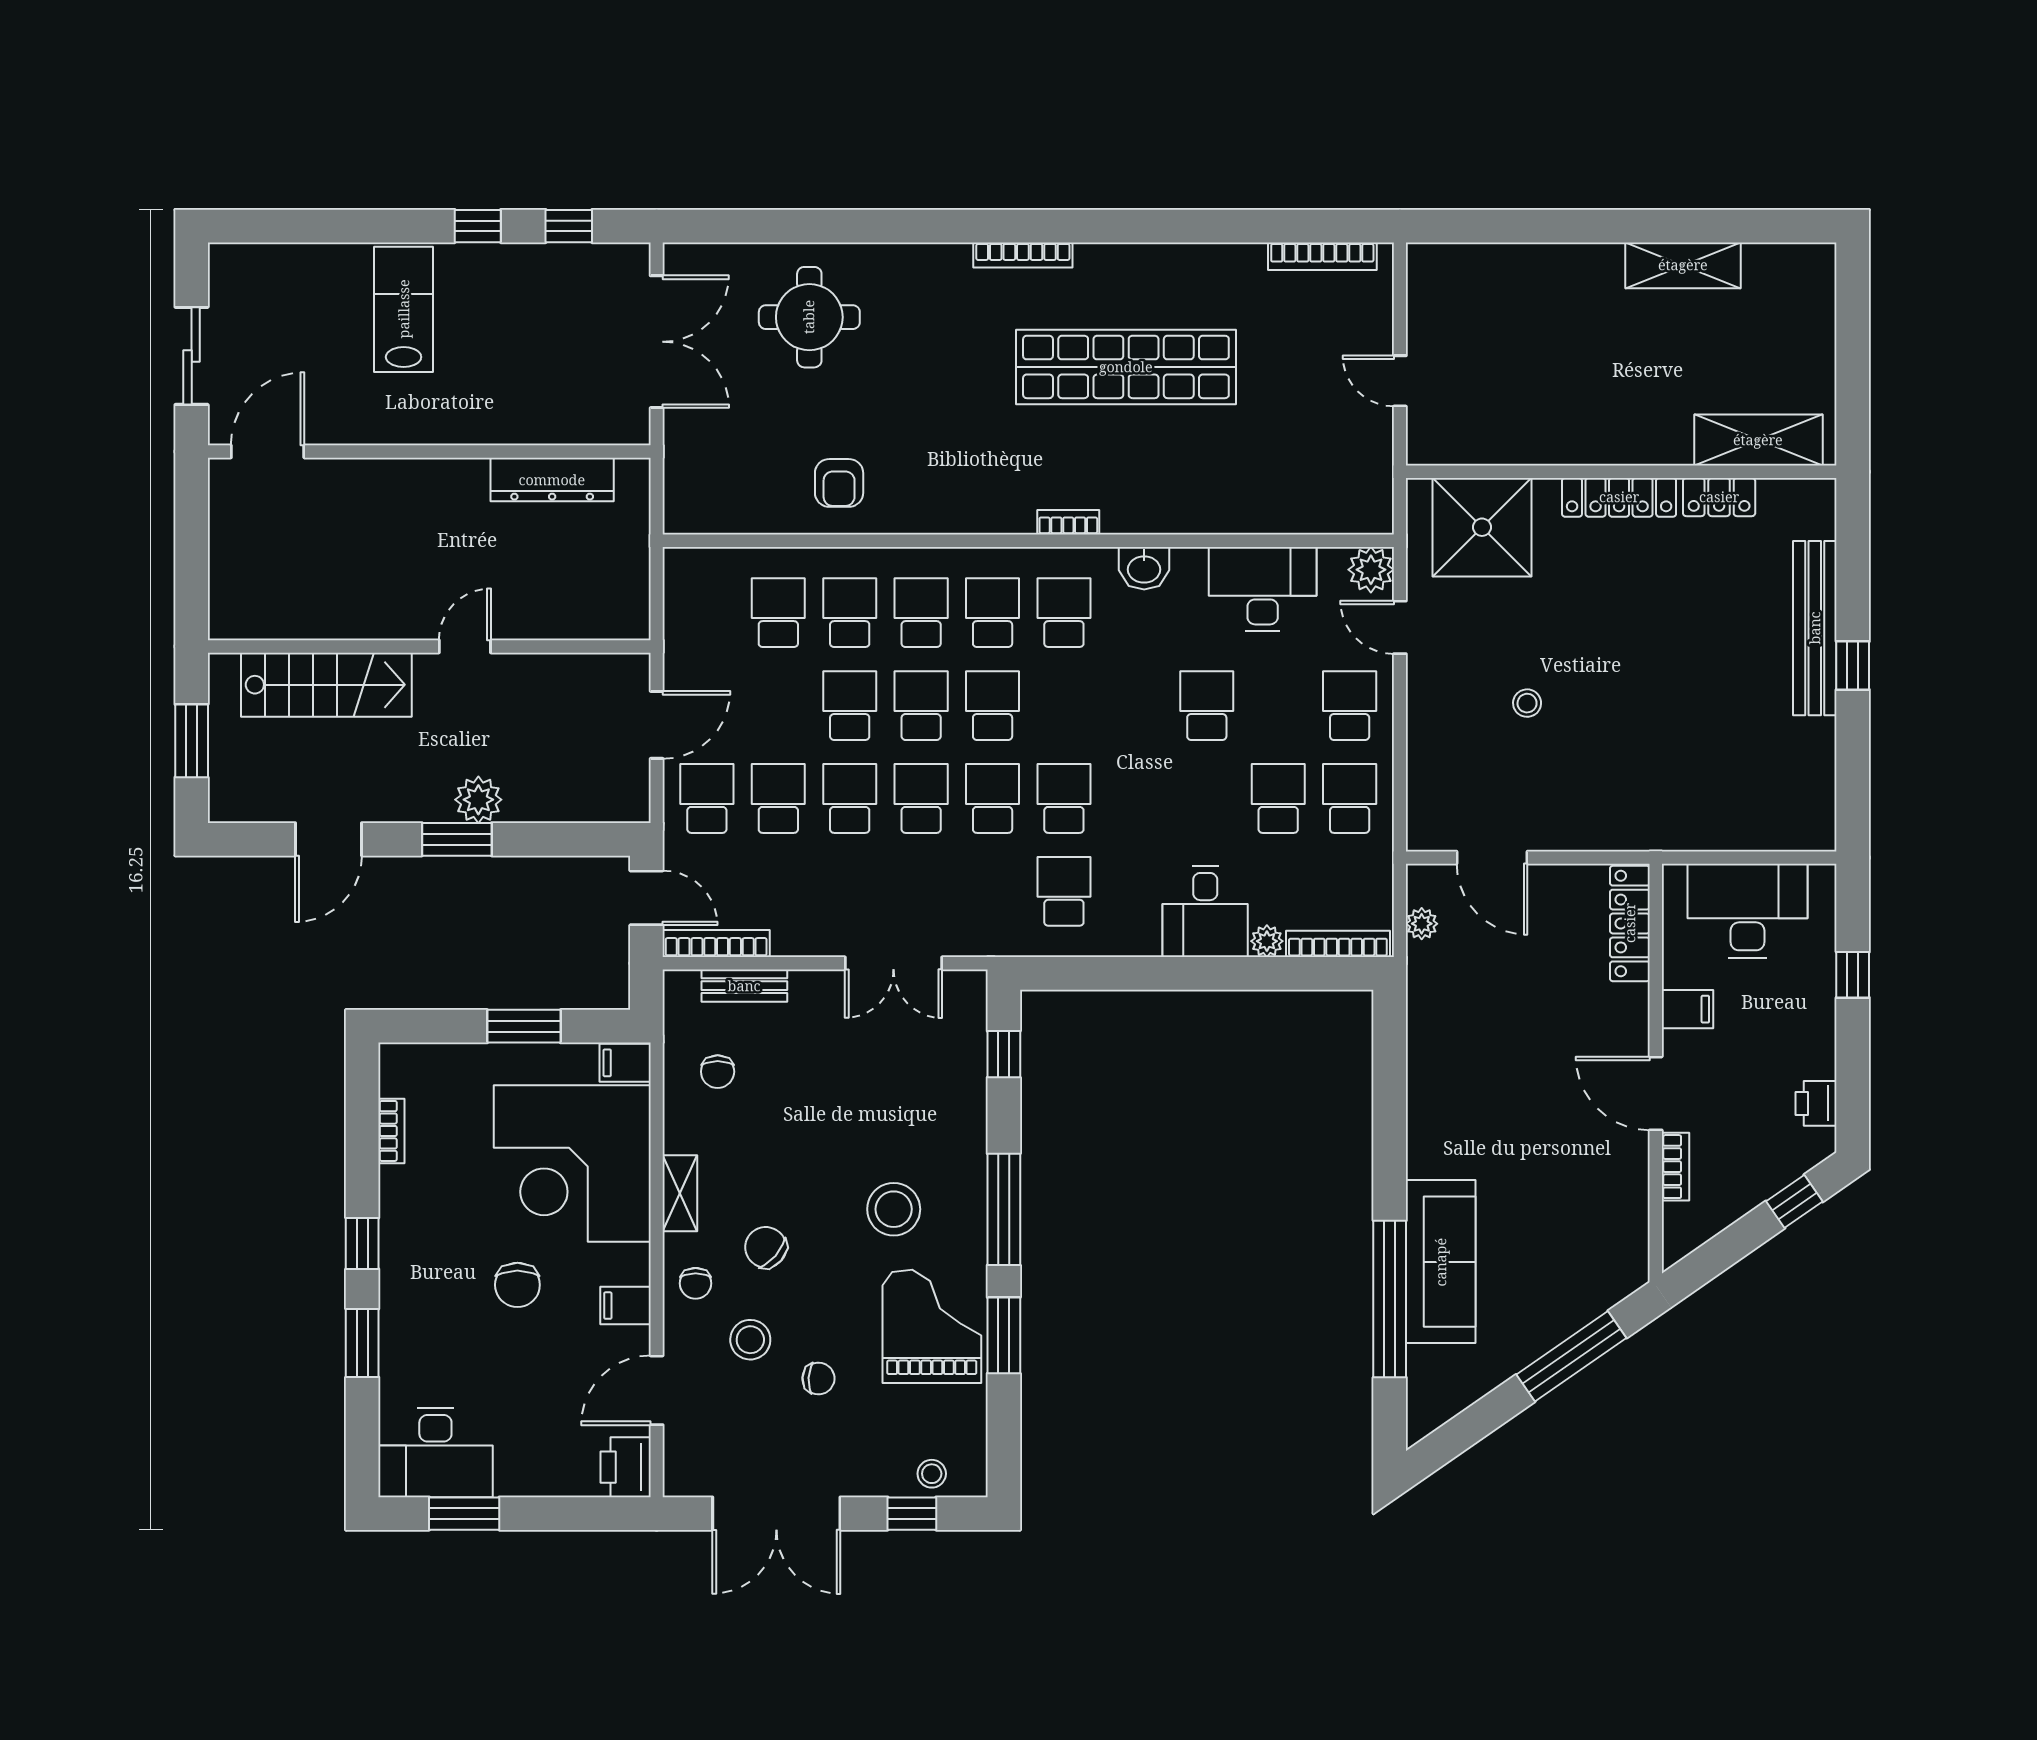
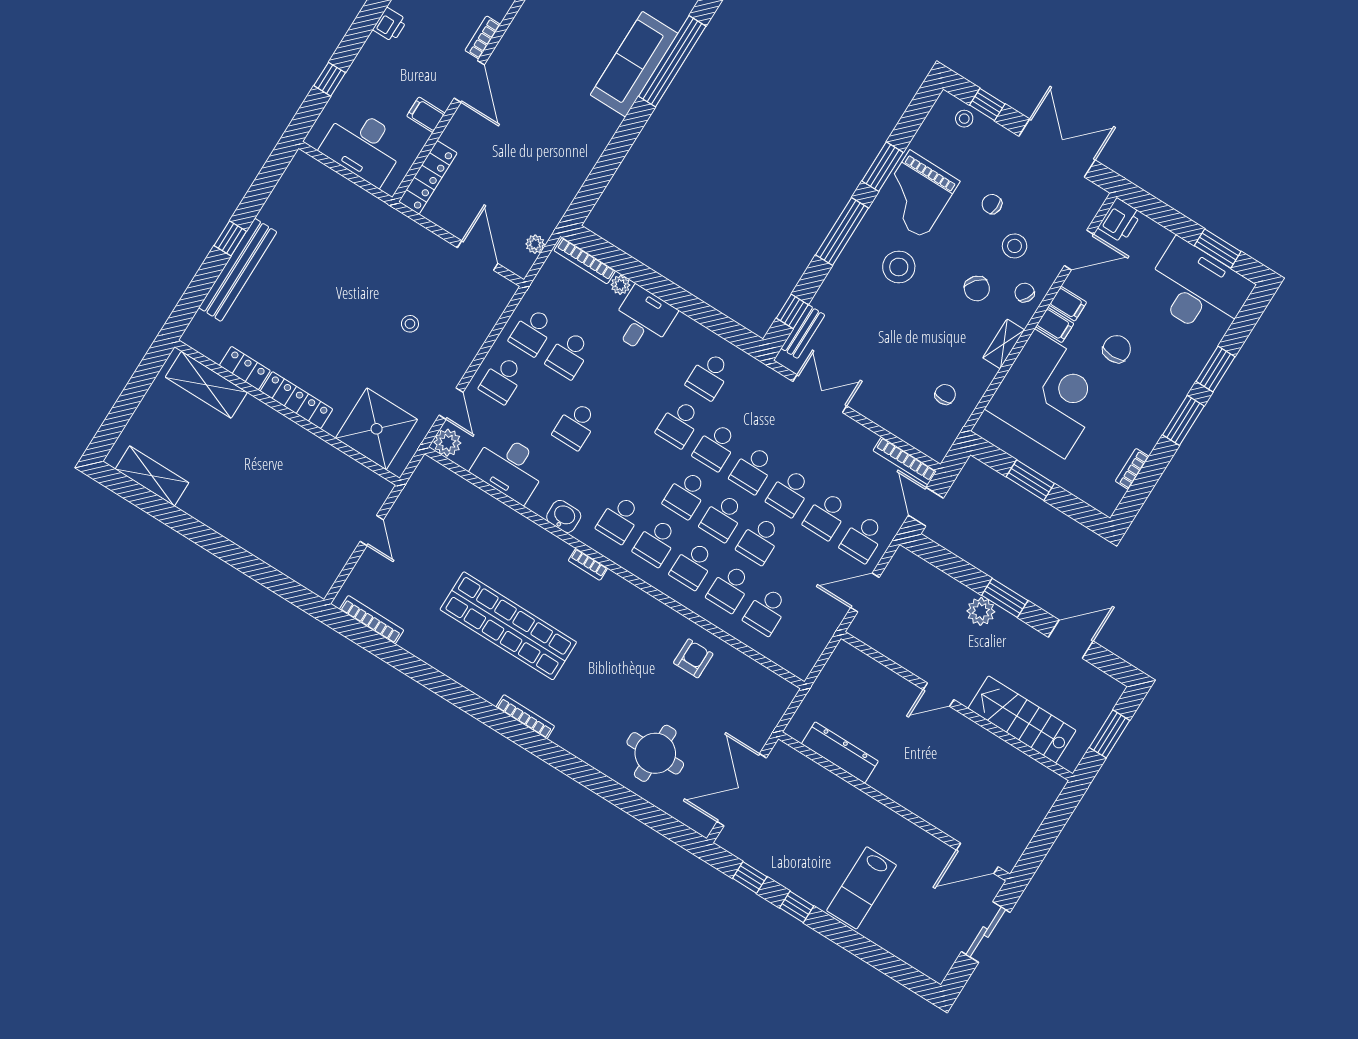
shelving: (1683, 265) -> (152, 476), moved
bench: (744, 986) -> (803, 332), moved, turned 90
filing cabinet: (625, 1063) -> (1055, 325), moved
window: (362, 1243) -> (1183, 420), width x1.50
chair: (696, 1283) -> (1025, 293), turned -60
desk: (435, 1452) -> (1198, 289), width x1.36, depth x1.30

